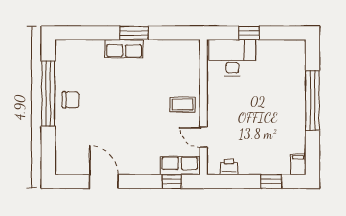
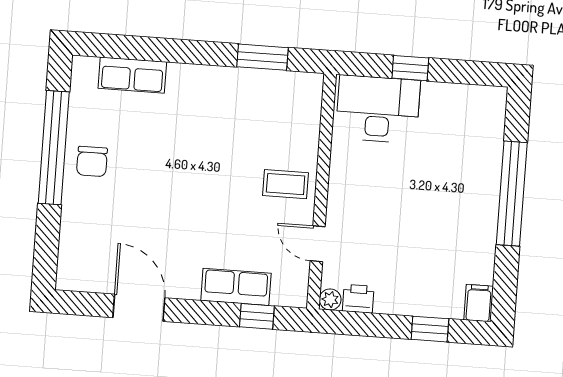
window: (134, 33) -> (263, 57), moved
row of seats: (124, 49) -> (132, 75), moved
chair: (71, 100) -> (92, 161), turned 90
row of seats: (180, 166) -> (236, 287), moved
plant: (213, 169) -> (330, 299), added

